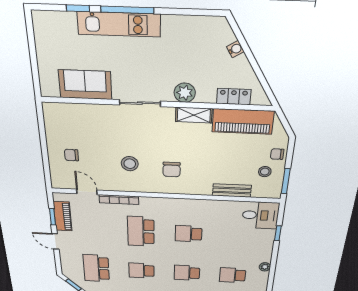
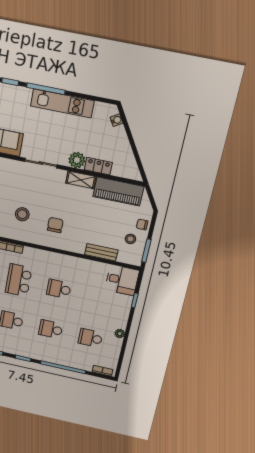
kitchen unit: (119, 24) -> (62, 103), moved
water cooler: (235, 49) -> (117, 120), moved
locker: (234, 97) -> (98, 166), moved
chair: (172, 169) -> (55, 225), turned 180

